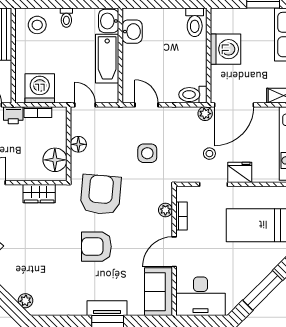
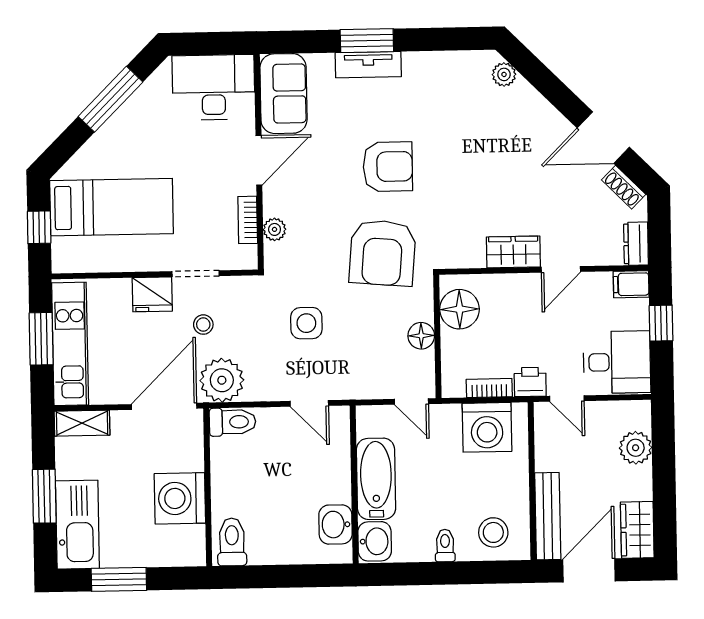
plant: (205, 114) -> (222, 380), width x1.88, depth x1.88
wardrobe: (39, 194) -> (513, 252), moved

